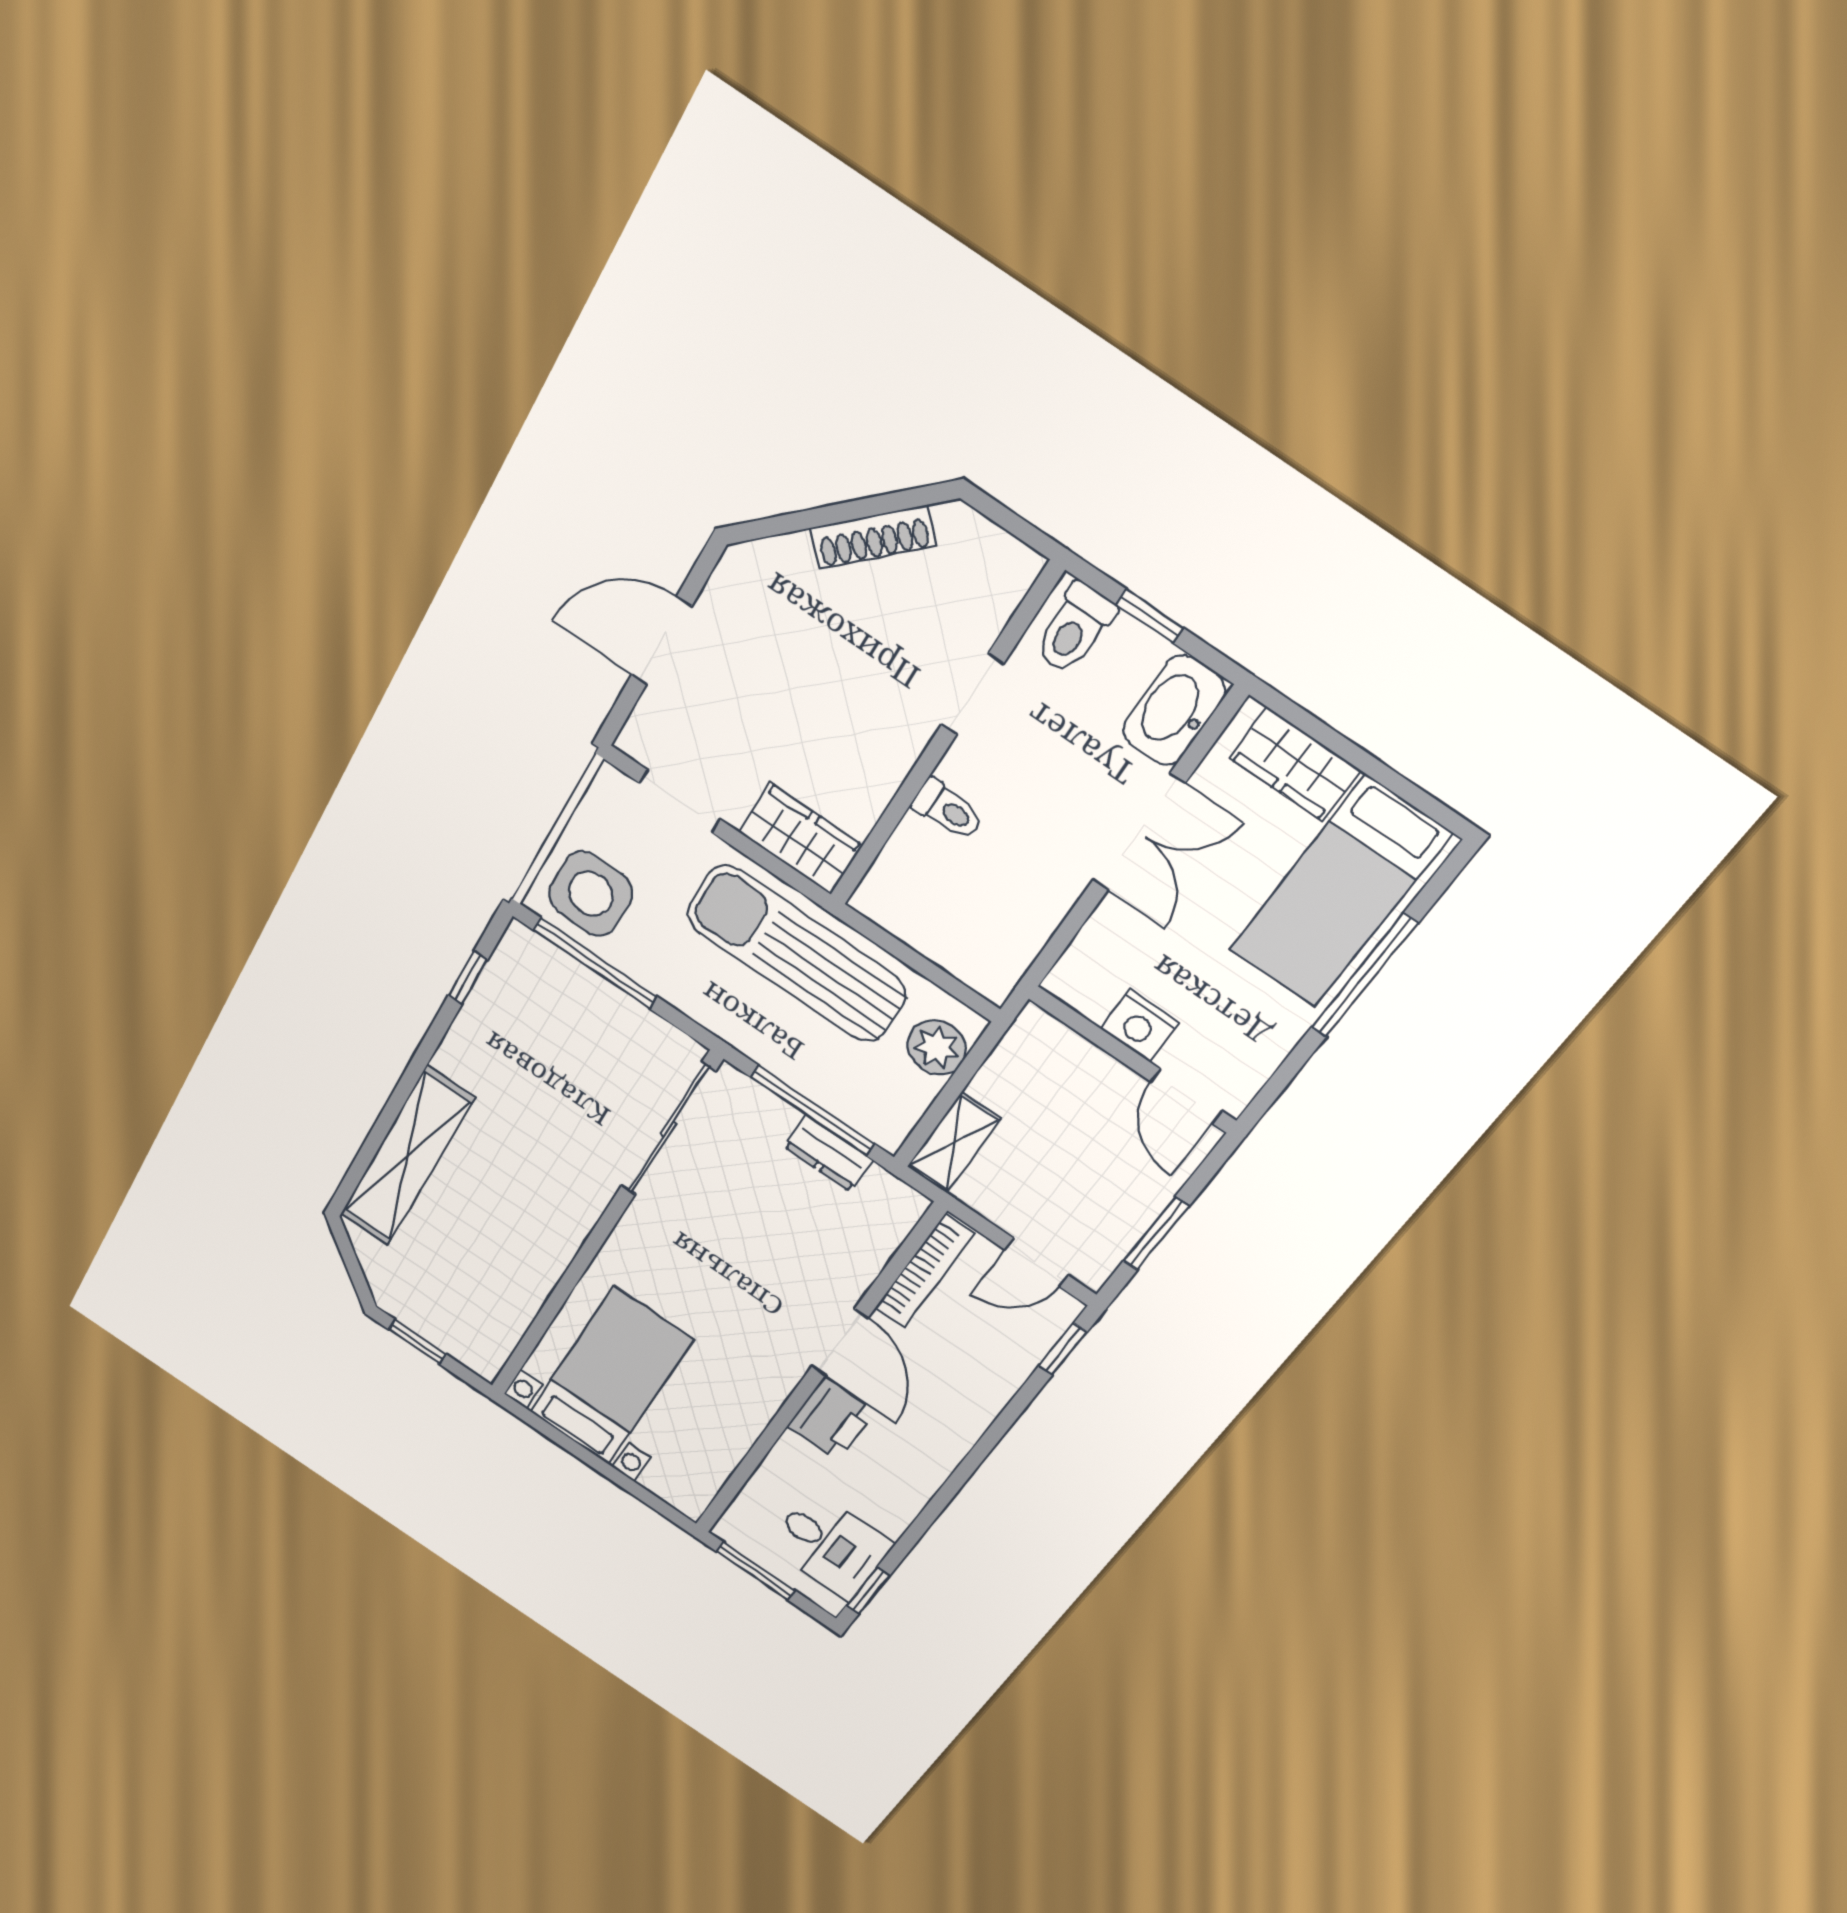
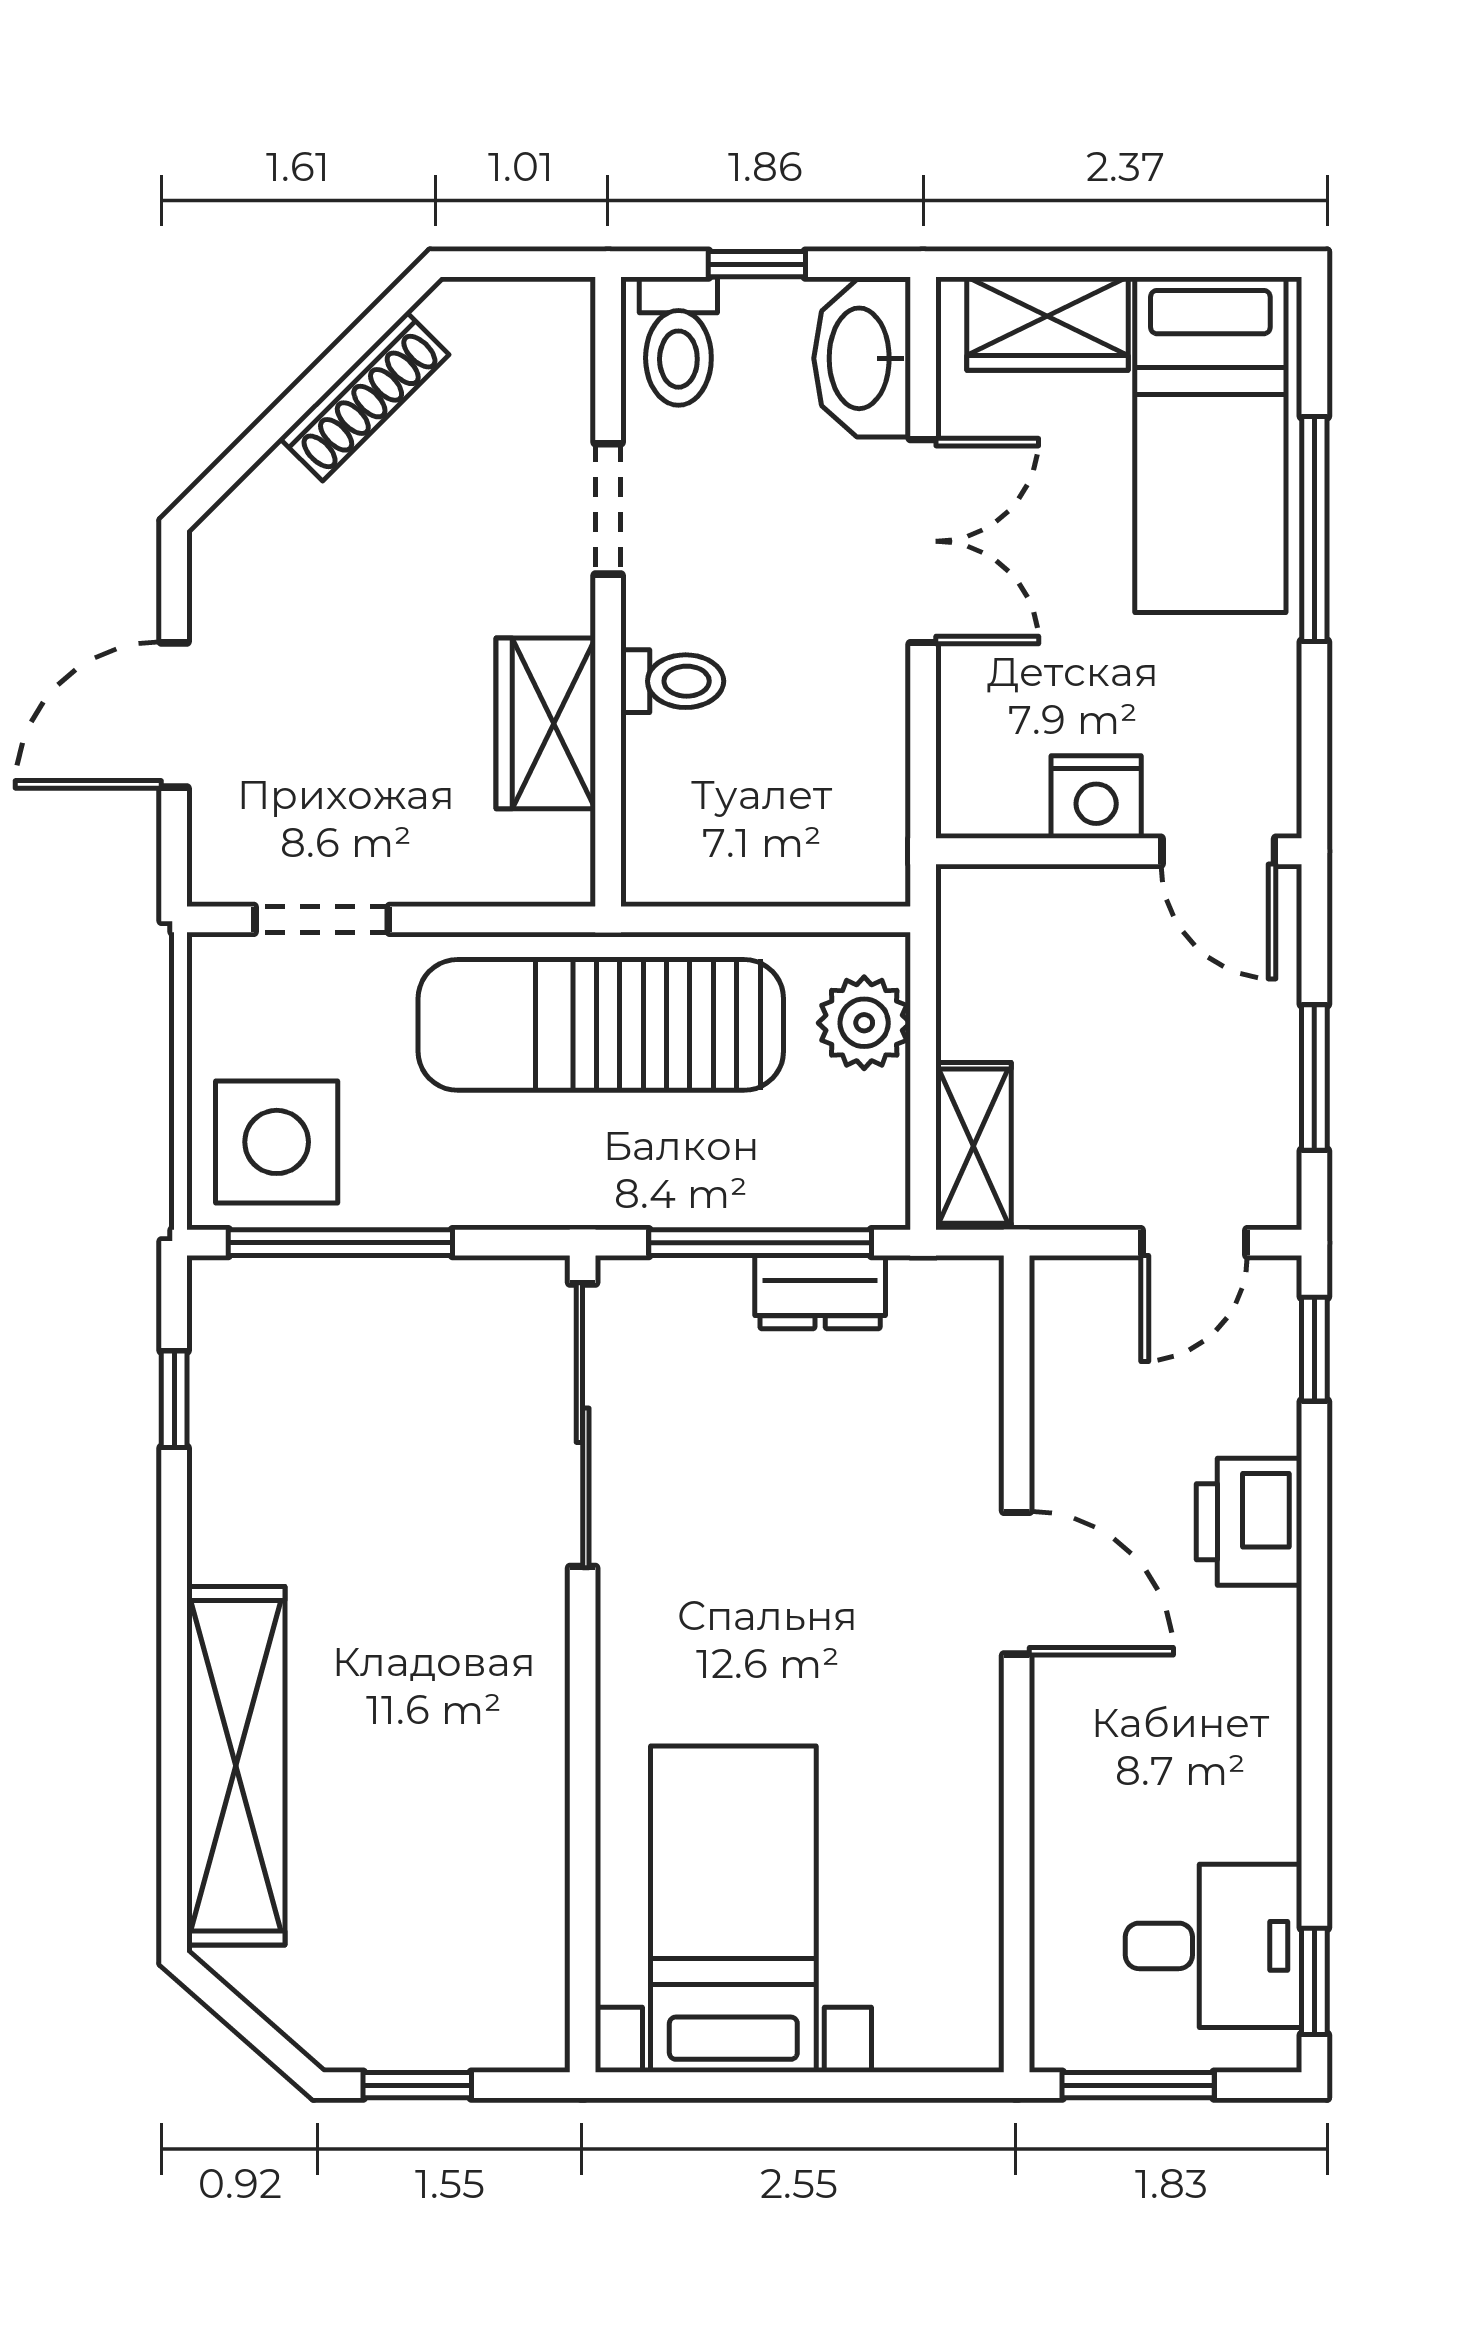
wardrobe: (801, 839) -> (546, 723), moved, turned -90
bookcase: (924, 1271) -> (1058, 1375), removed
printer: (831, 1419) -> (1249, 1522), moved, turned 180

